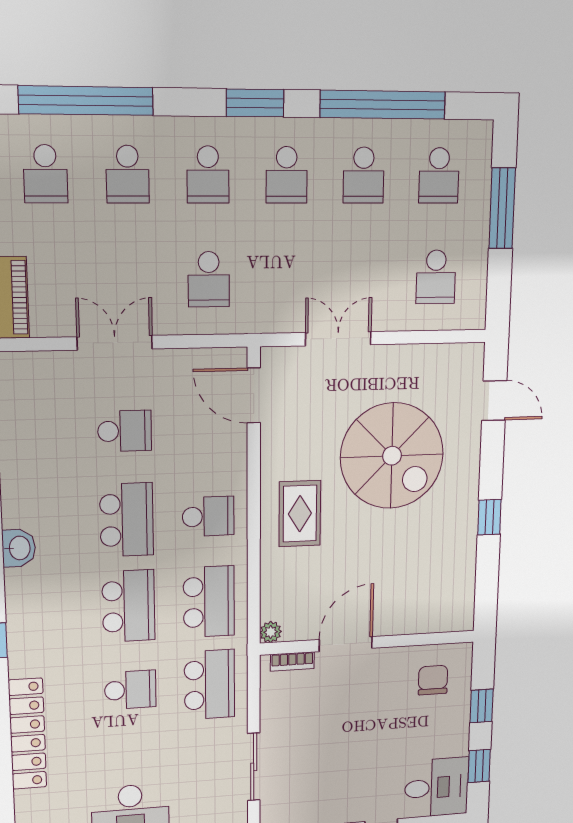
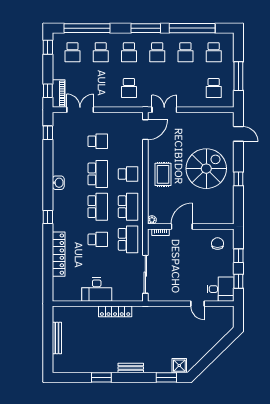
window: (255, 103) -> (146, 28), width x1.44
window: (502, 208) -> (238, 76), moved
double door: (338, 339) -> (164, 110), moved
double door: (115, 343) -> (80, 110), moved
door: (254, 395) -> (145, 130), swing flipped
spiral stairs: (392, 456) -> (206, 169), moved, turned -90
sliding door: (254, 767) -> (145, 274), width x1.37

